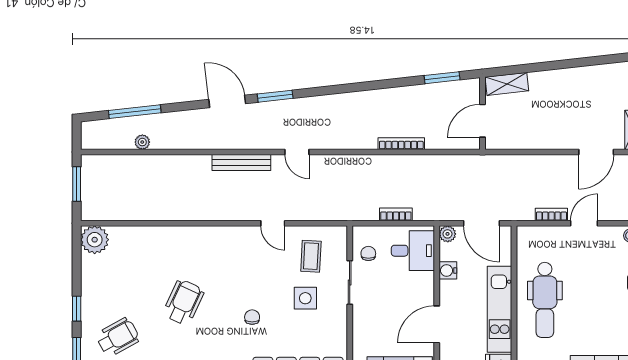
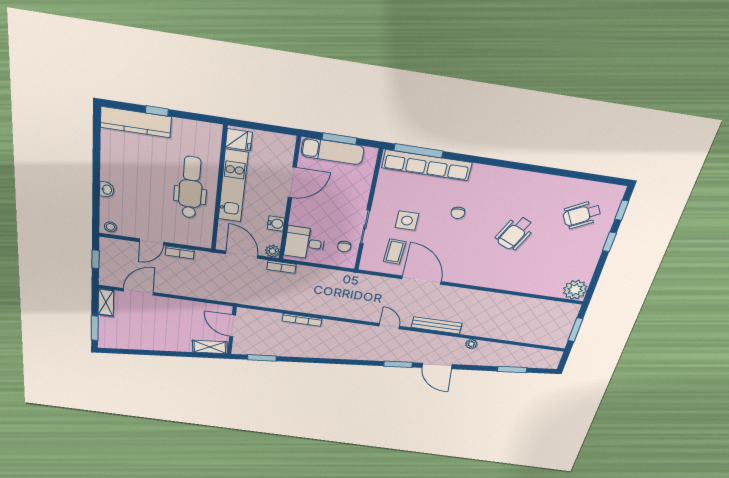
window: (135, 112) -> (512, 369), width x0.69
door: (482, 121) -> (233, 326), swing flipped
plant: (142, 142) -> (471, 344), moved
bookcase: (396, 214) -> (281, 267), moved
door: (273, 223) -> (422, 280), width x1.88

